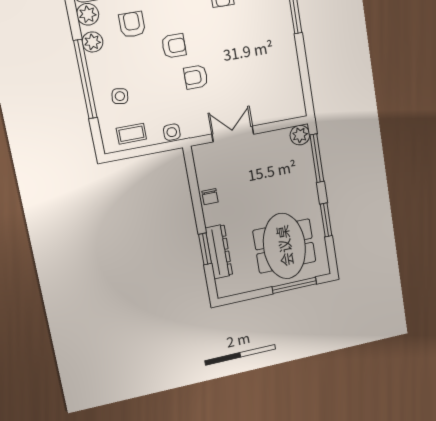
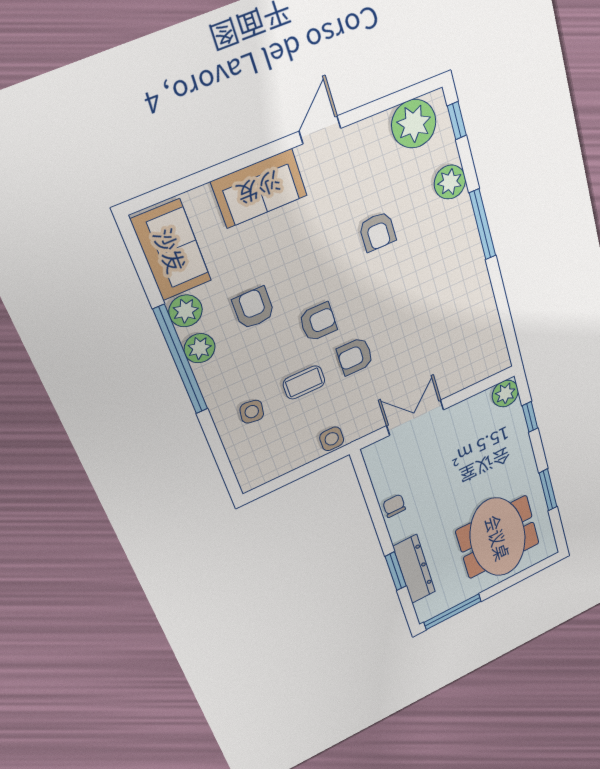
window: (85, 79) -> (181, 360), moved
coffee table: (131, 134) -> (304, 382), moved
window: (317, 158) -> (530, 417), width x0.46
chair: (210, 197) -> (394, 506), turned 180
window: (294, 285) -> (453, 612), moved

